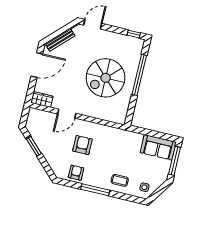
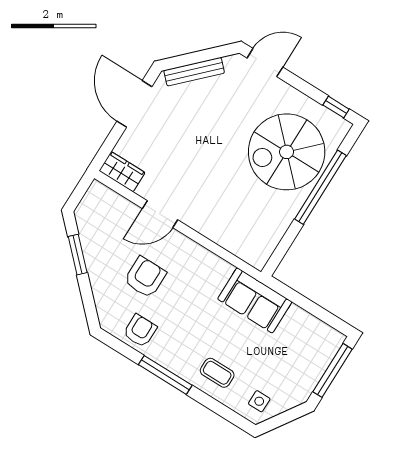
door: (37, 65) -> (134, 104), swing flipped
spiral stairs: (106, 78) -> (287, 152), moved
armchair: (82, 145) -> (145, 277), moved
sofa: (158, 147) -> (255, 300), moved

